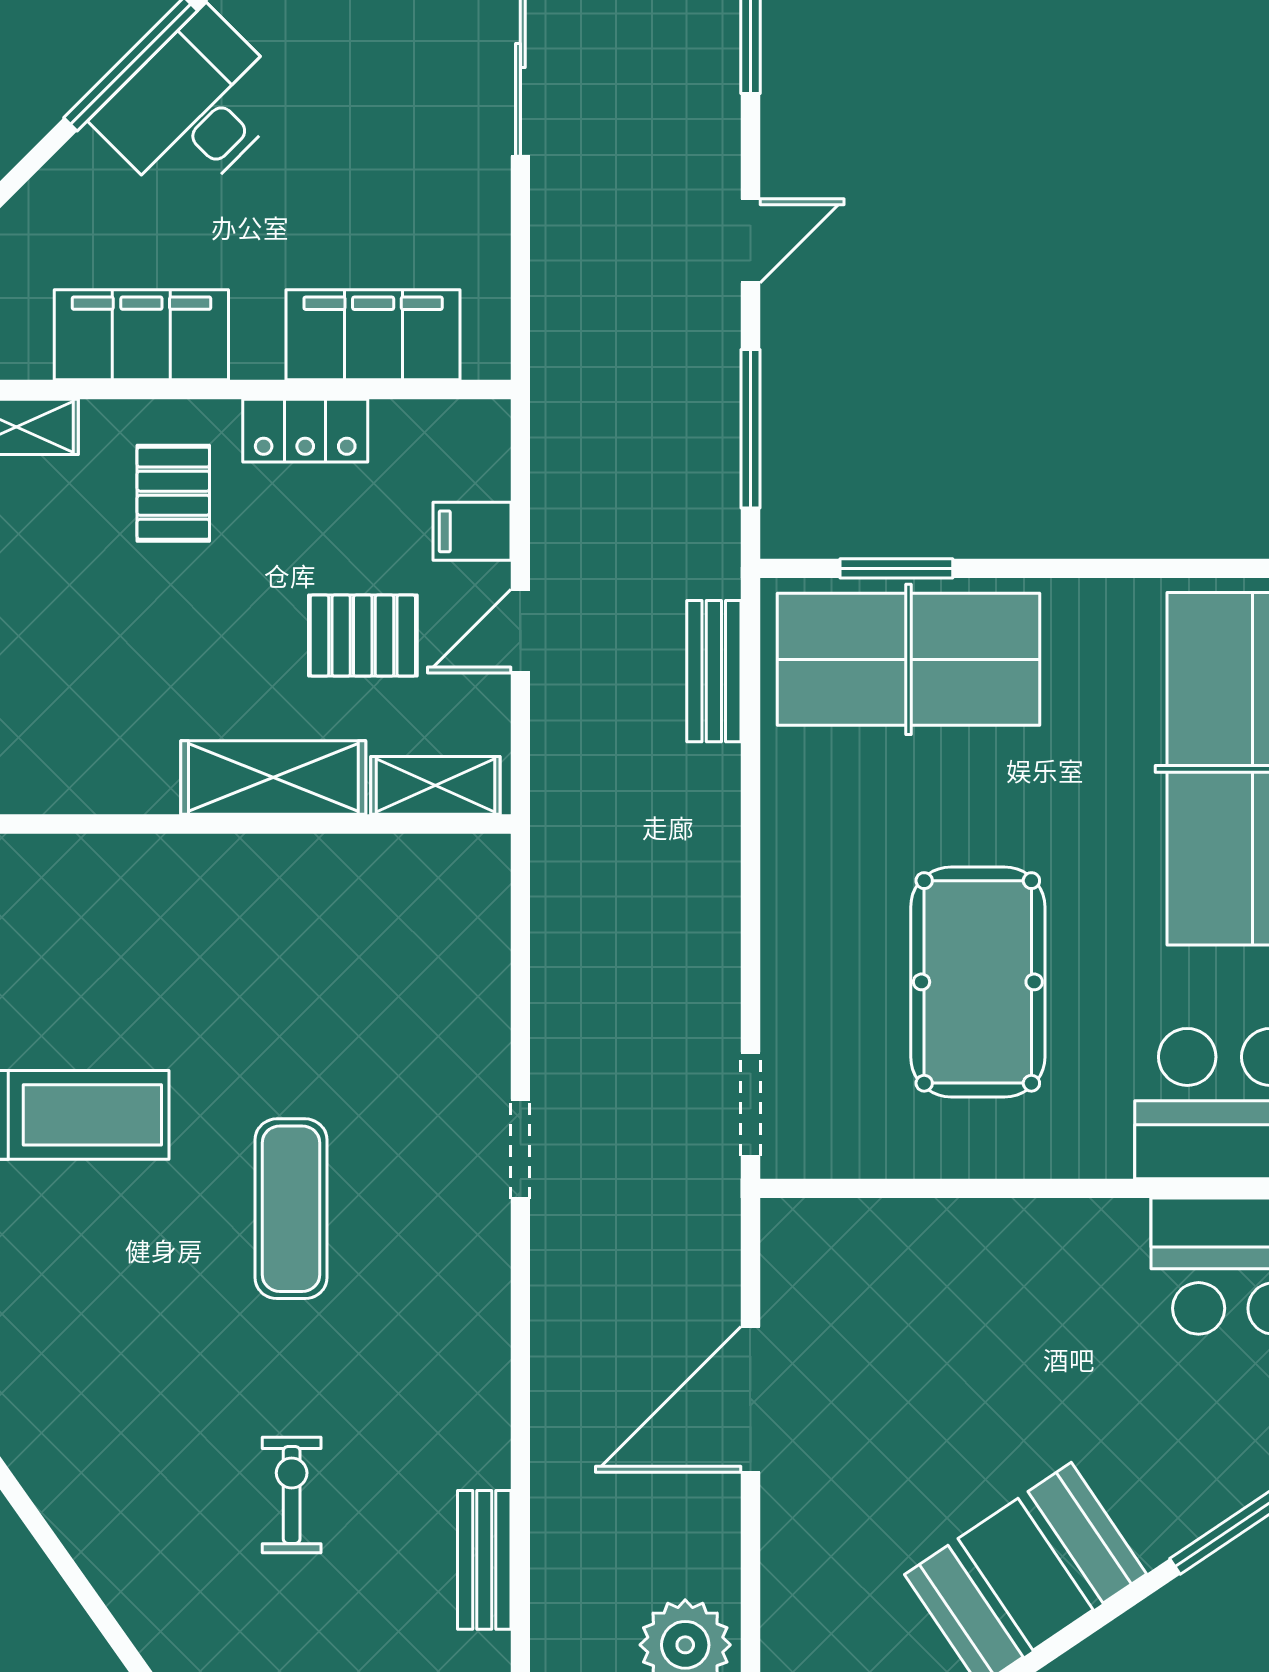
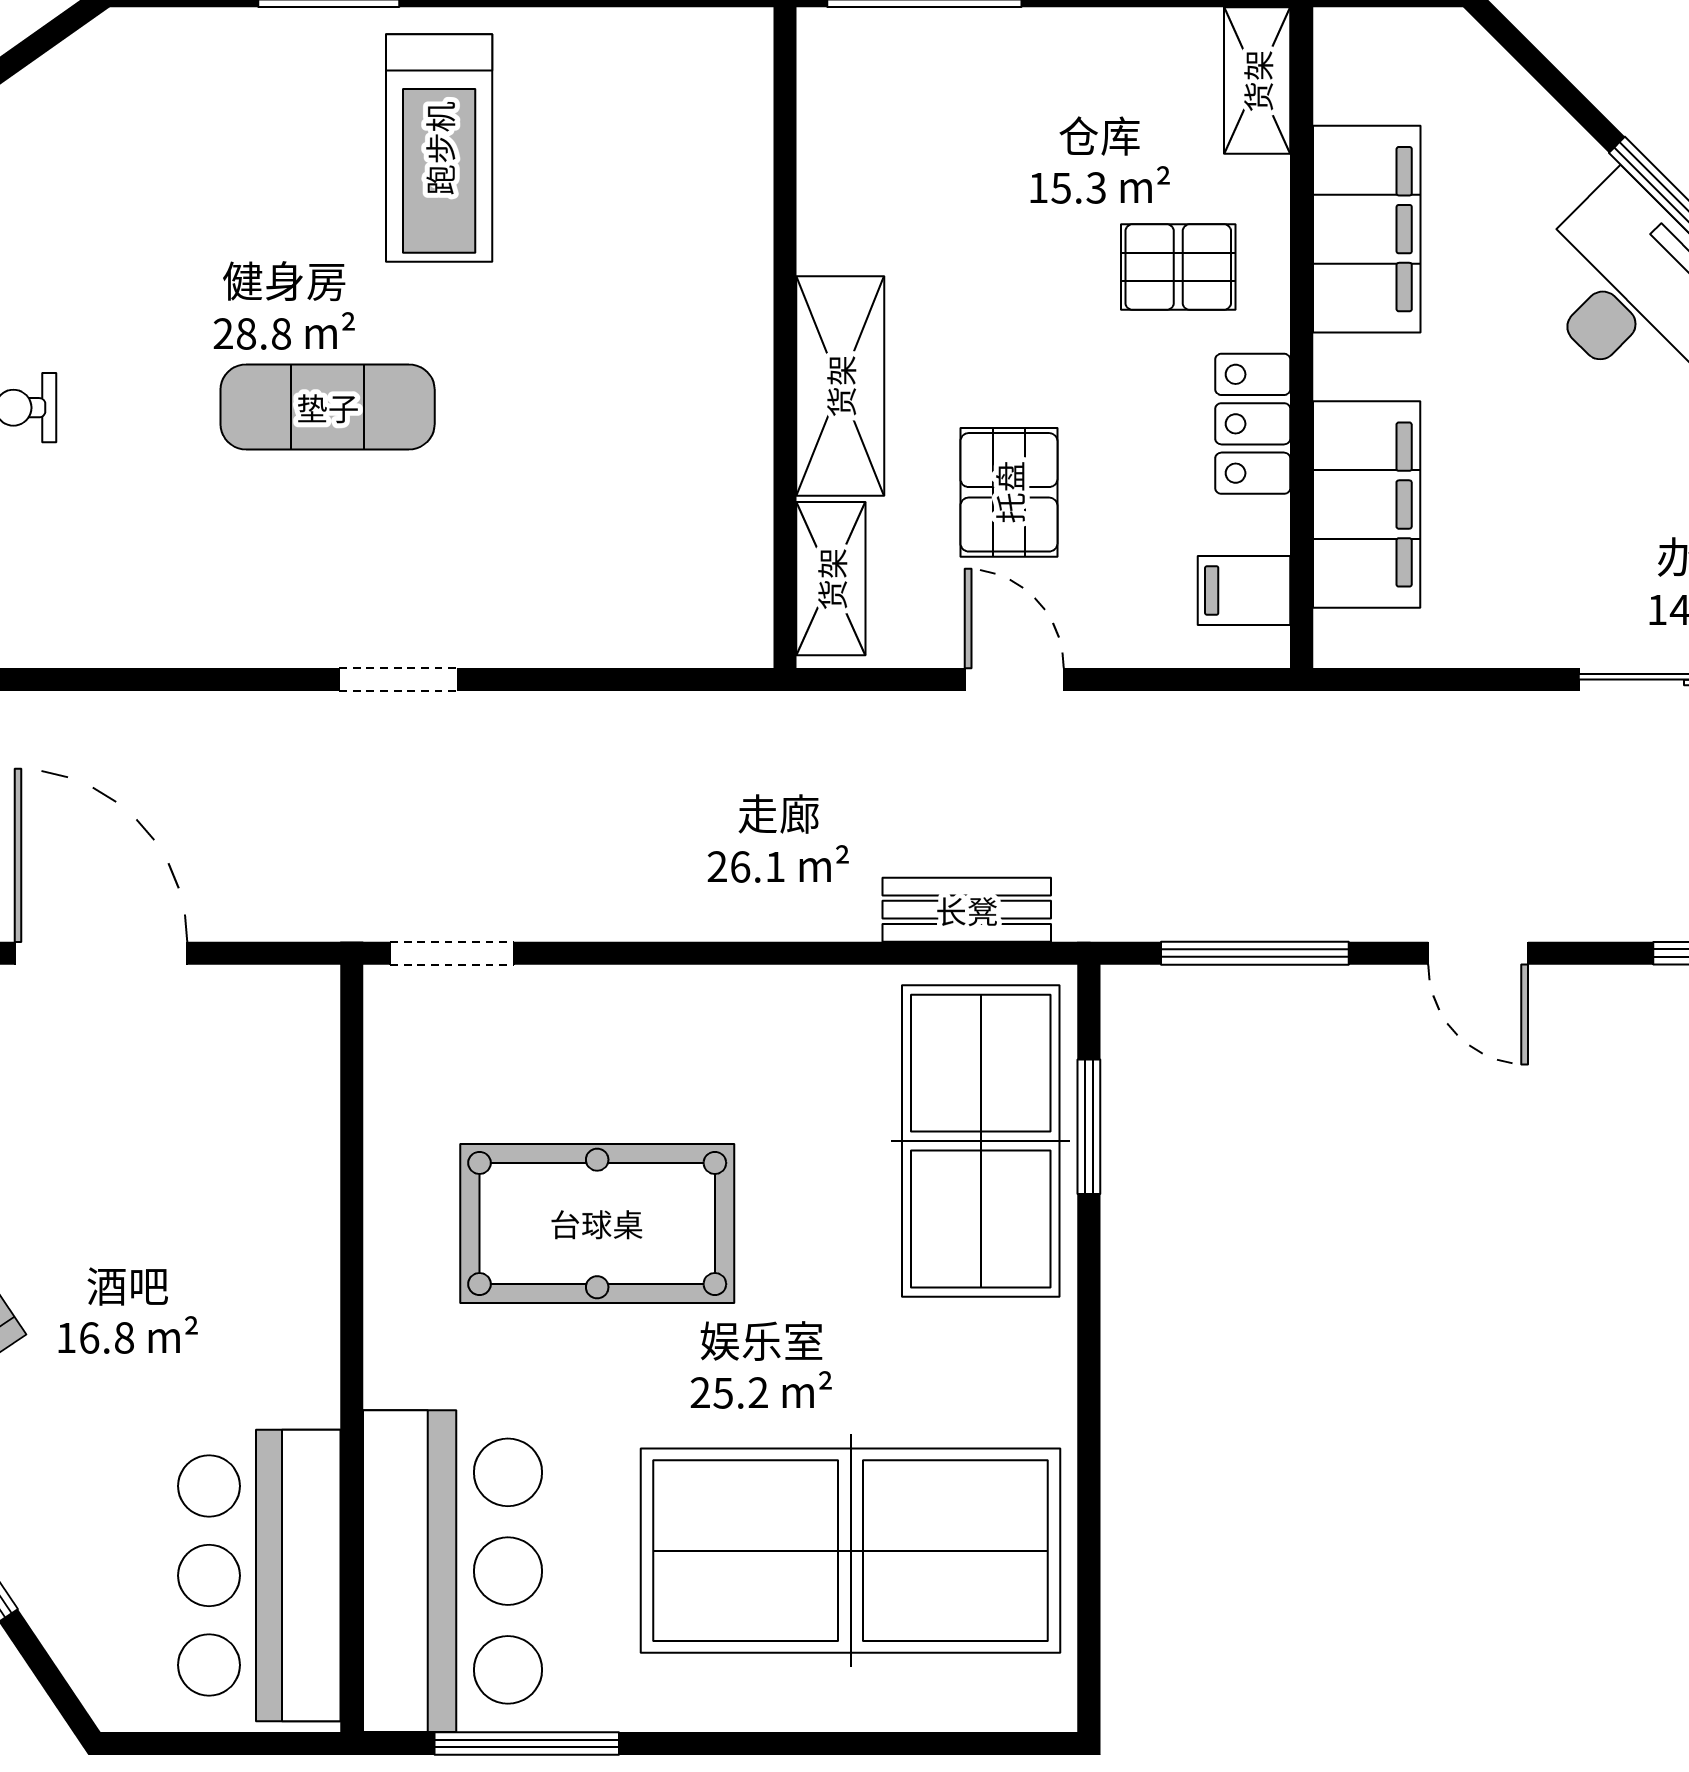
filing cabinet: (472, 531) -> (1244, 591), moved, turned -90

